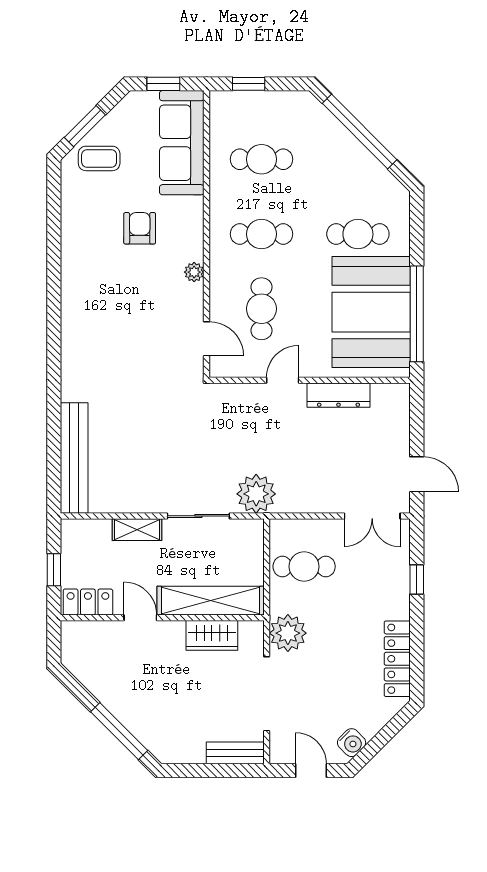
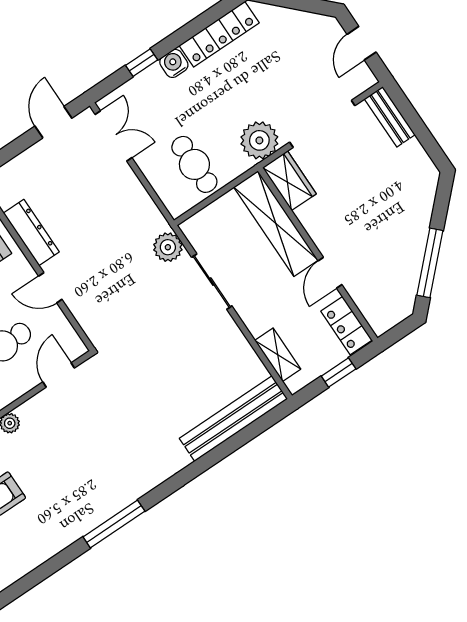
window: (54, 302) -> (114, 524), added
plant: (256, 494) -> (168, 247), width x0.73, depth x0.73
shelving: (137, 530) -> (278, 355), moved
wardrobe: (212, 635) -> (289, 181), moved
window: (119, 731) -> (430, 263), moved
water cooler: (352, 743) -> (174, 63), moved, turned -45

